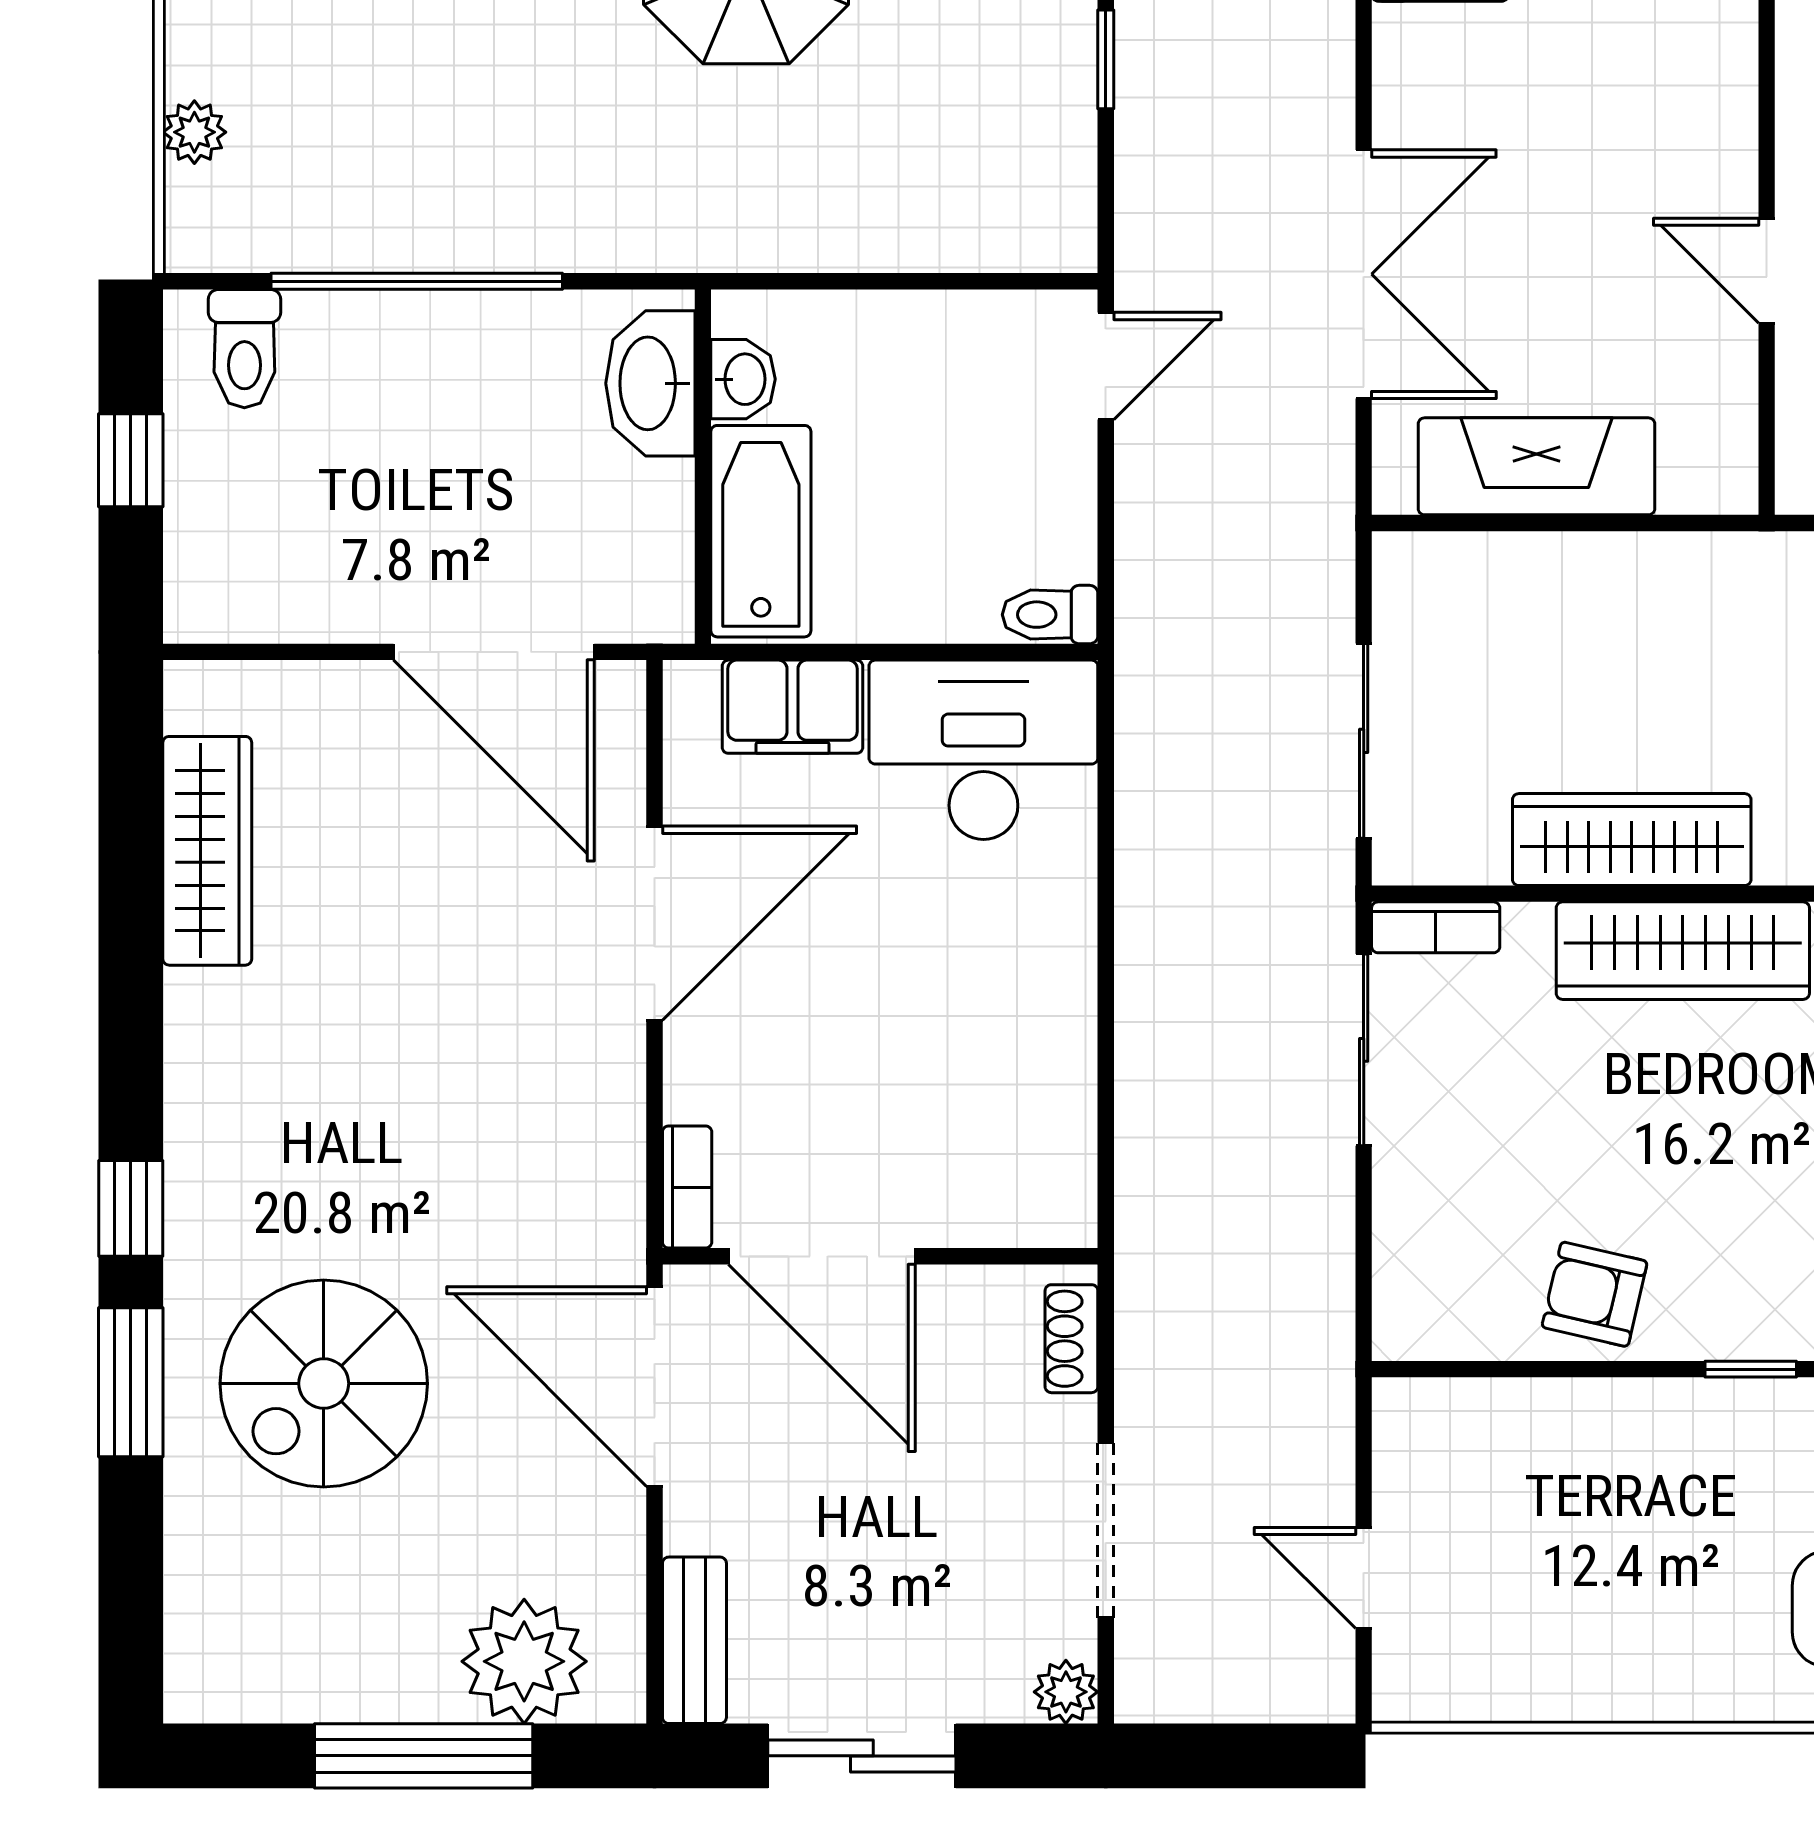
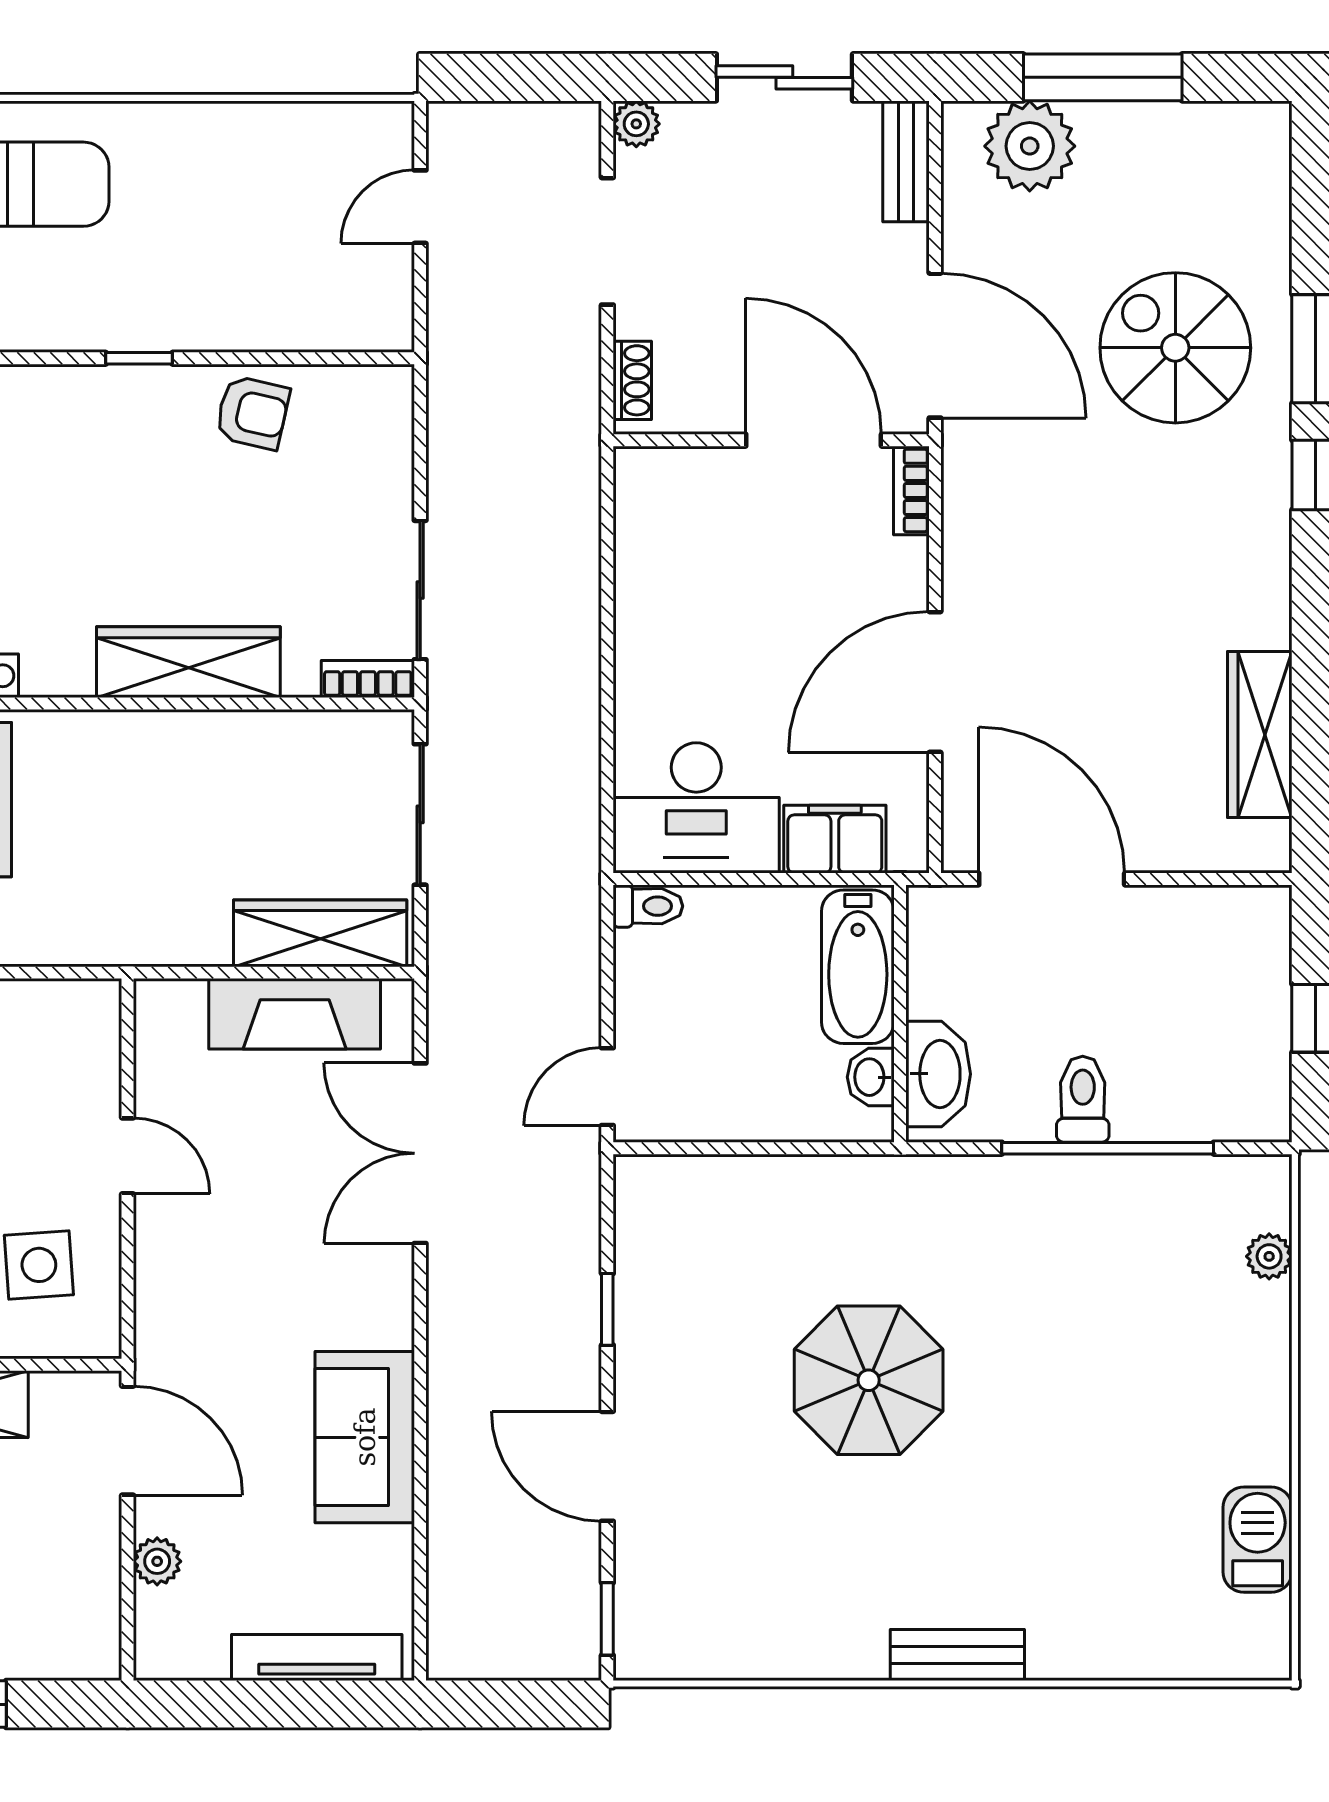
toilet: (244, 349) -> (1083, 1099), moved
wardrobe: (1632, 840) -> (320, 933), moved, turned 180
spiral stairs: (324, 1384) -> (1175, 348), turned -90
door: (1364, 1578) -> (420, 207), swing flipped

